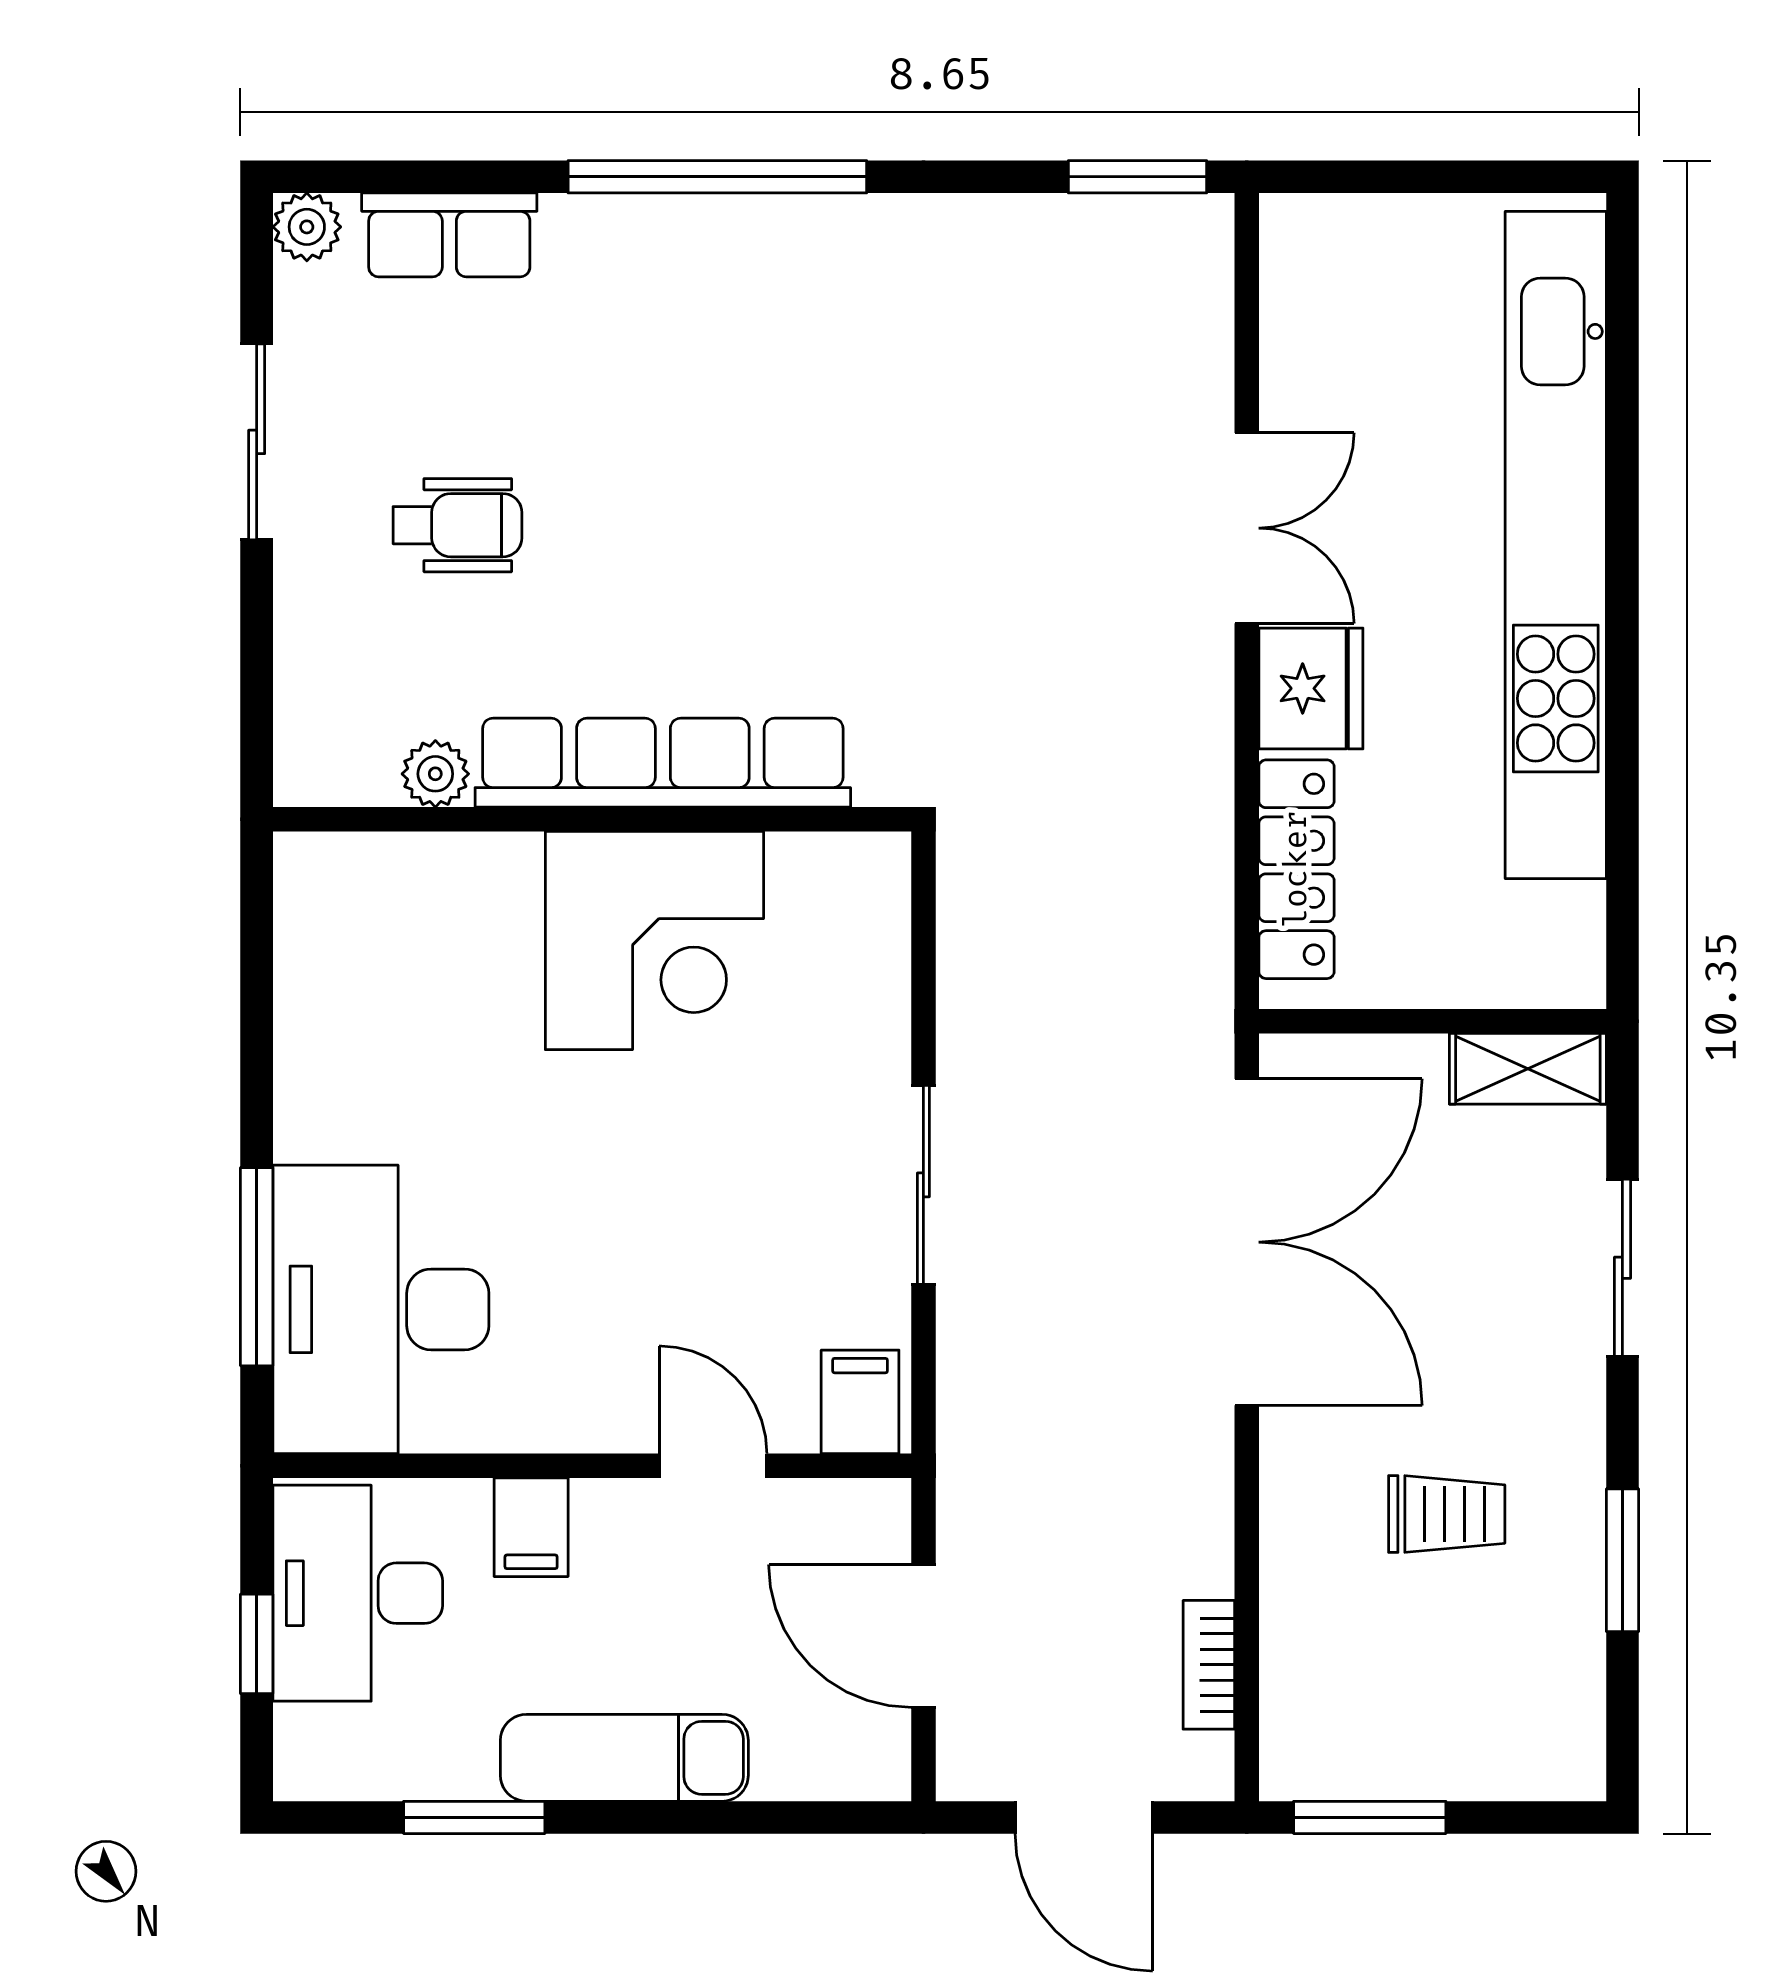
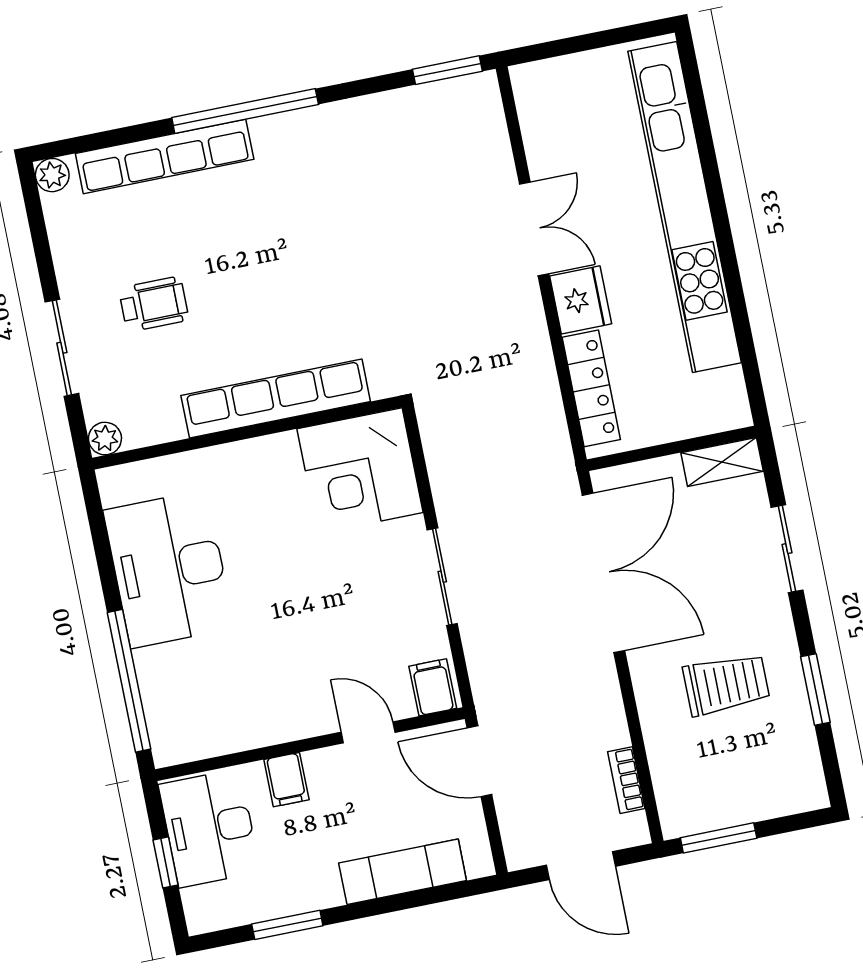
row of seats: (449, 235) -> (165, 156), width x2.02
sliding door: (257, 442) -> (62, 348), moved
plant: (435, 774) -> (105, 439), moved
corner desk: (654, 941) -> (360, 471), moved, turned 90
window: (257, 1267) -> (129, 681), width x1.46
desk: (381, 1309) -> (169, 569), moved
trolley: (1447, 1514) -> (726, 684), width x1.36, depth x1.39
door: (923, 1636) -> (479, 761), moved
exam couch: (624, 1758) -> (403, 872), moved

